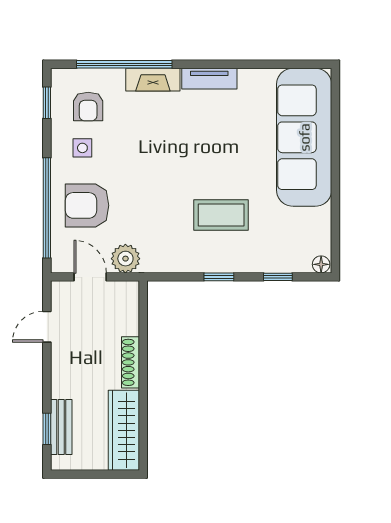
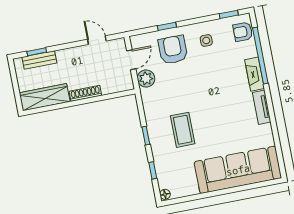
armchair: (88, 107) -> (243, 32), moved
window: (47, 208) -> (167, 26), width x0.32

